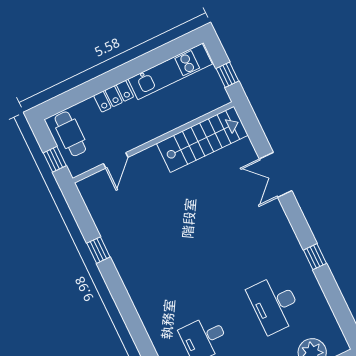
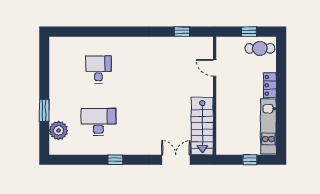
stairs: (202, 139) -> (202, 126), moved
wall: (153, 142) -> (215, 96), moved
door: (116, 160) -> (215, 68), moved

